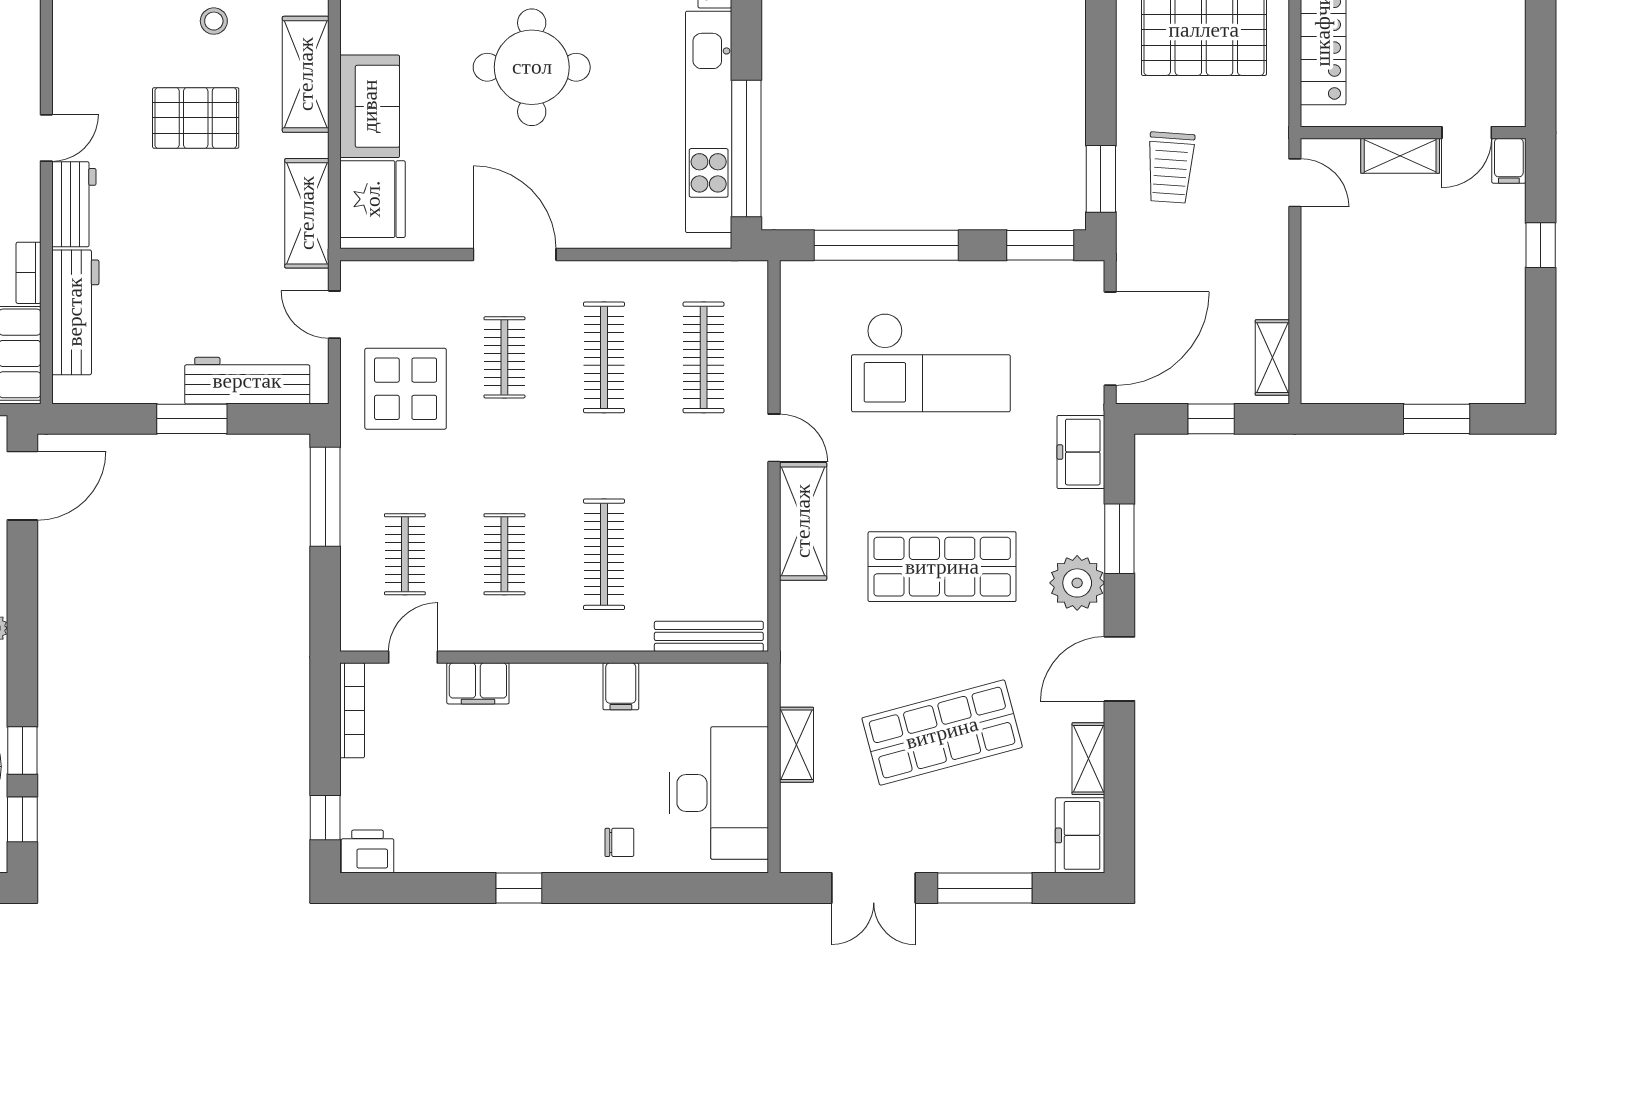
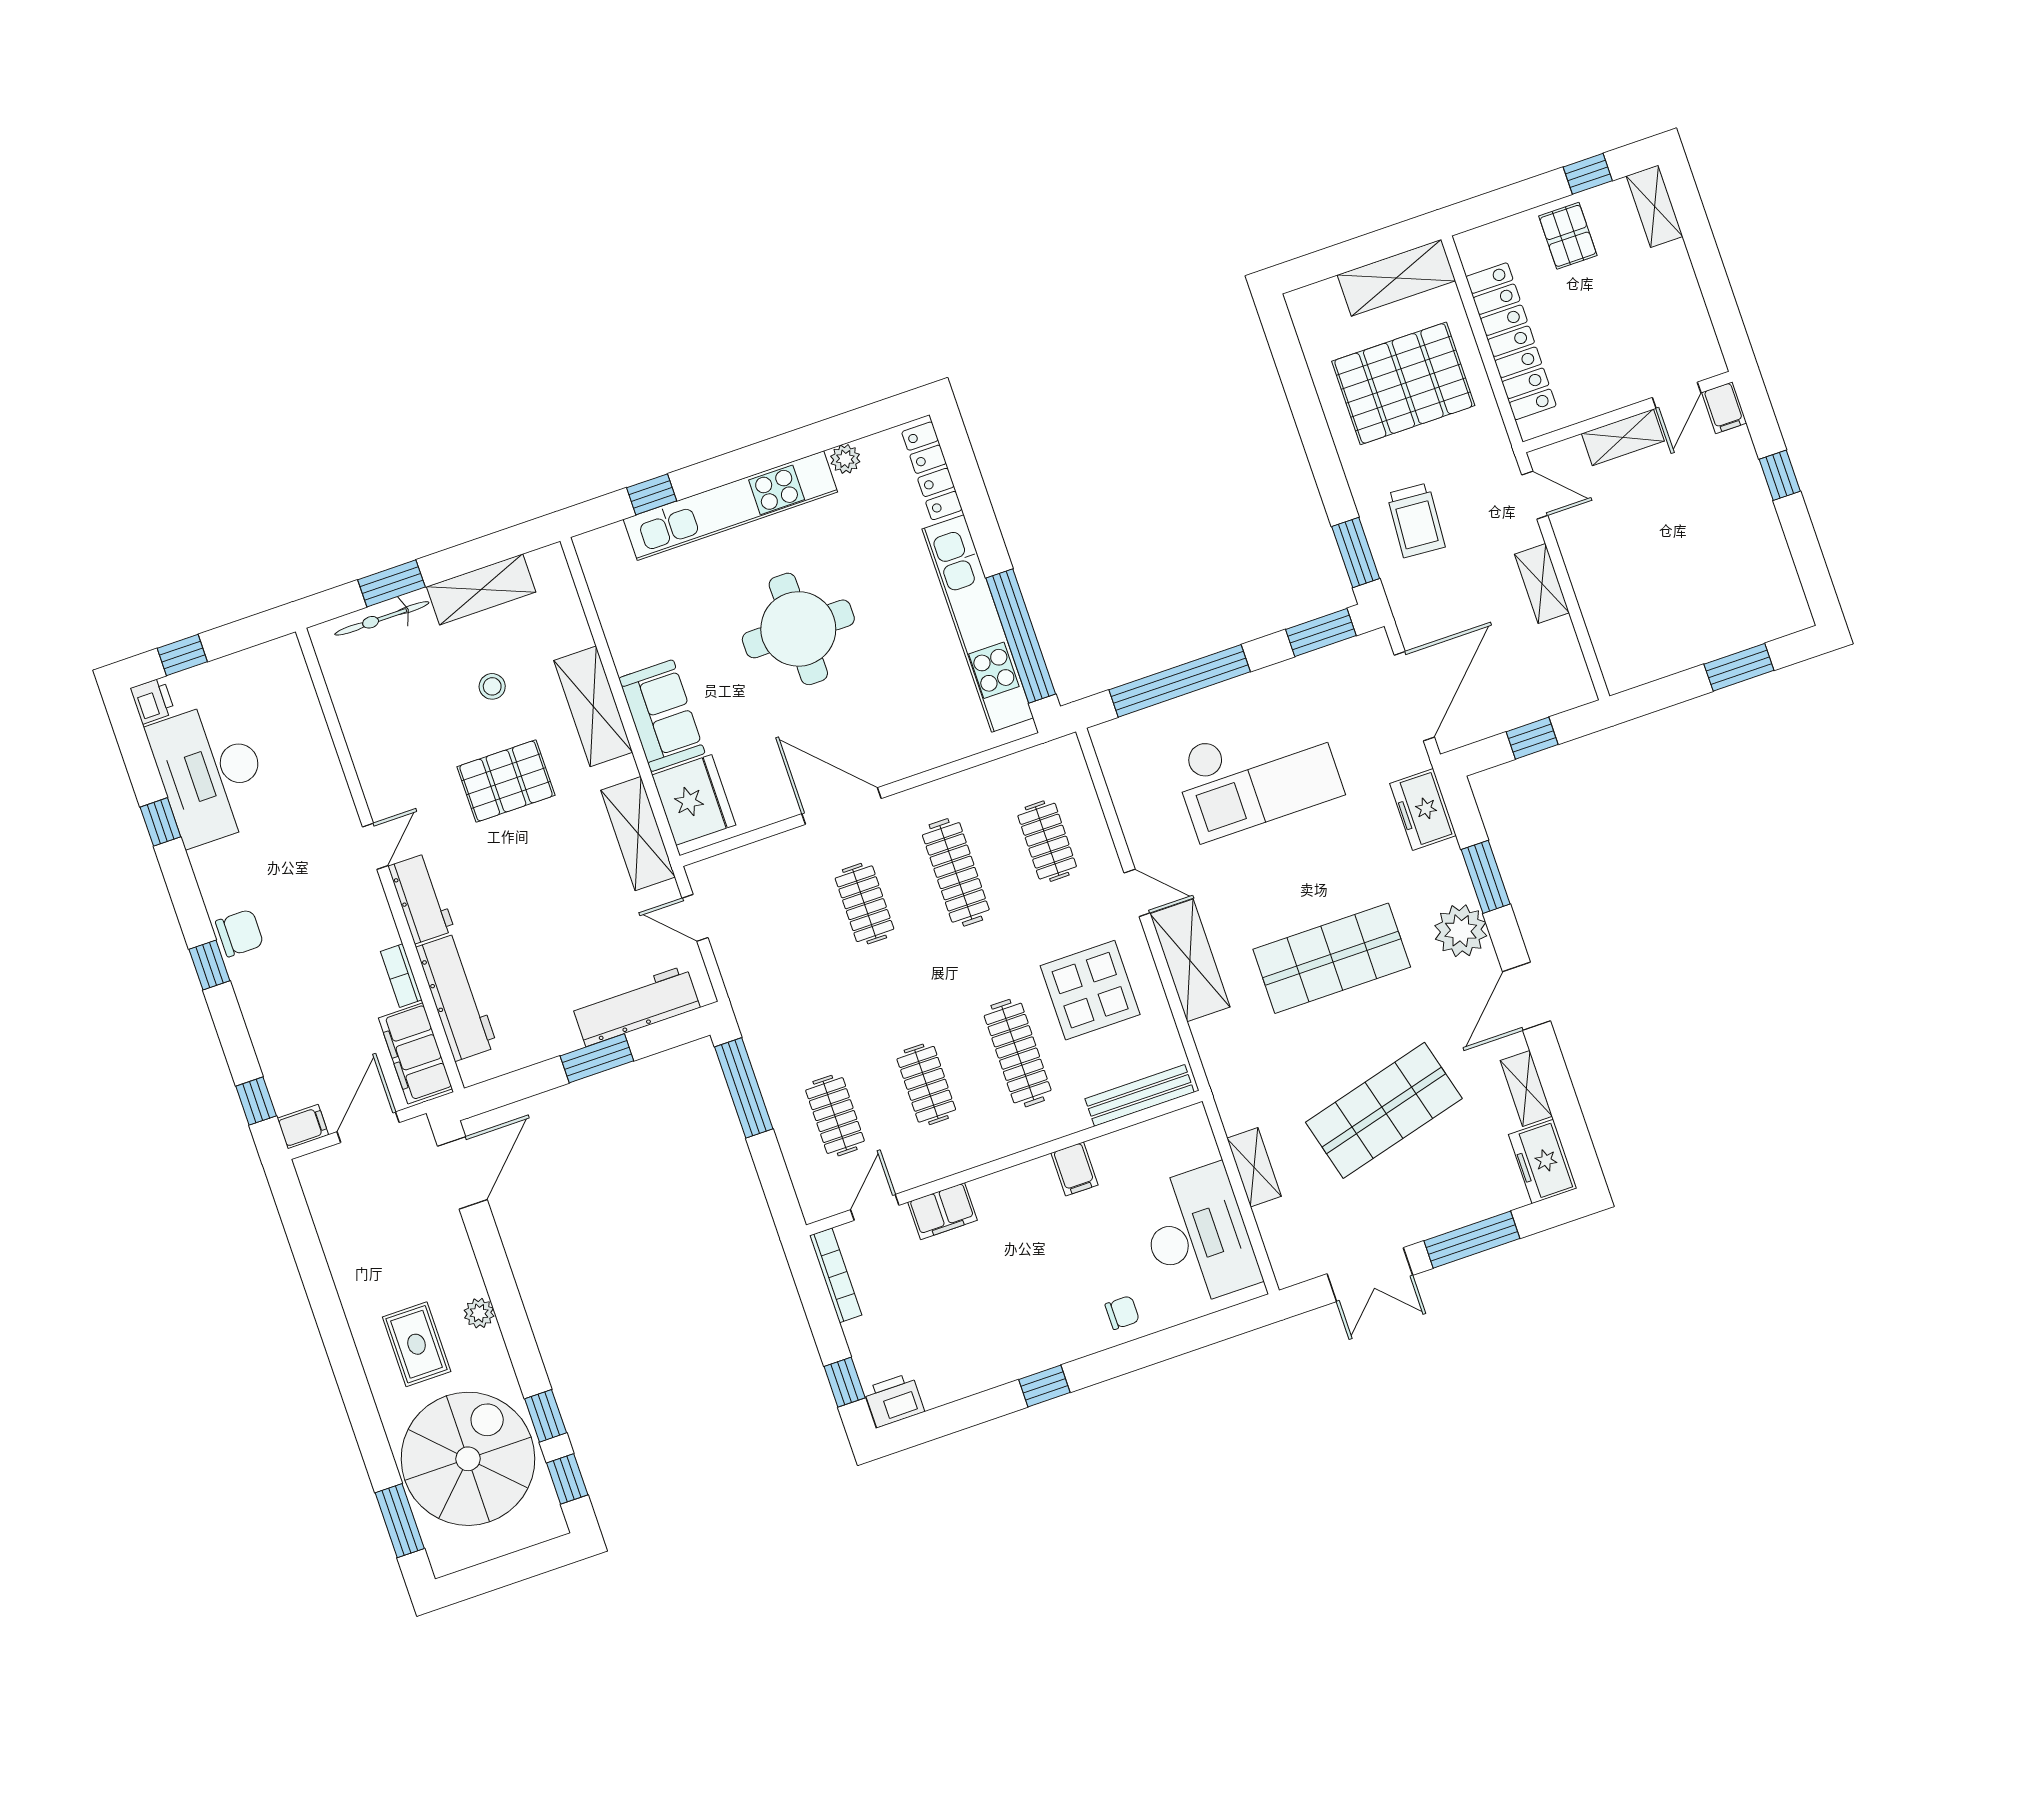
clothes rail: (704, 357) -> (1047, 841), width x0.73
shelving: (1272, 358) -> (1542, 584), moved
display table: (406, 389) -> (1090, 990), moved

